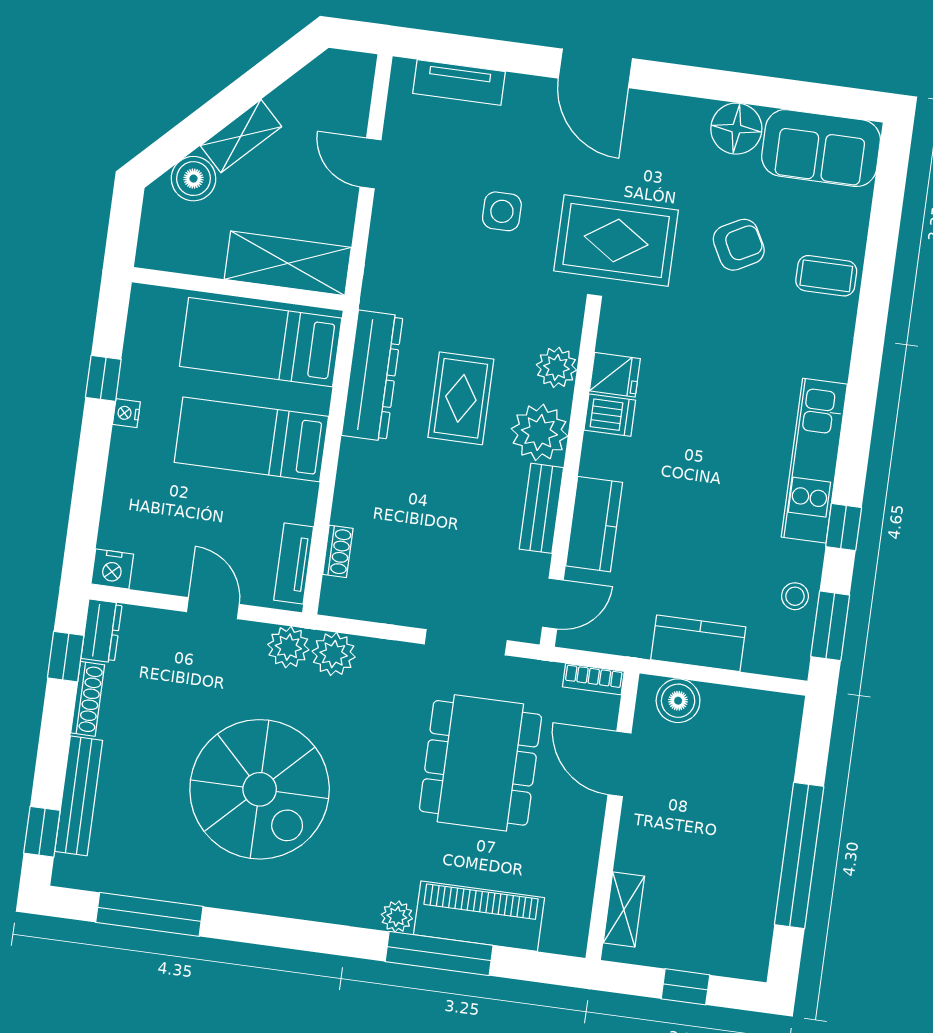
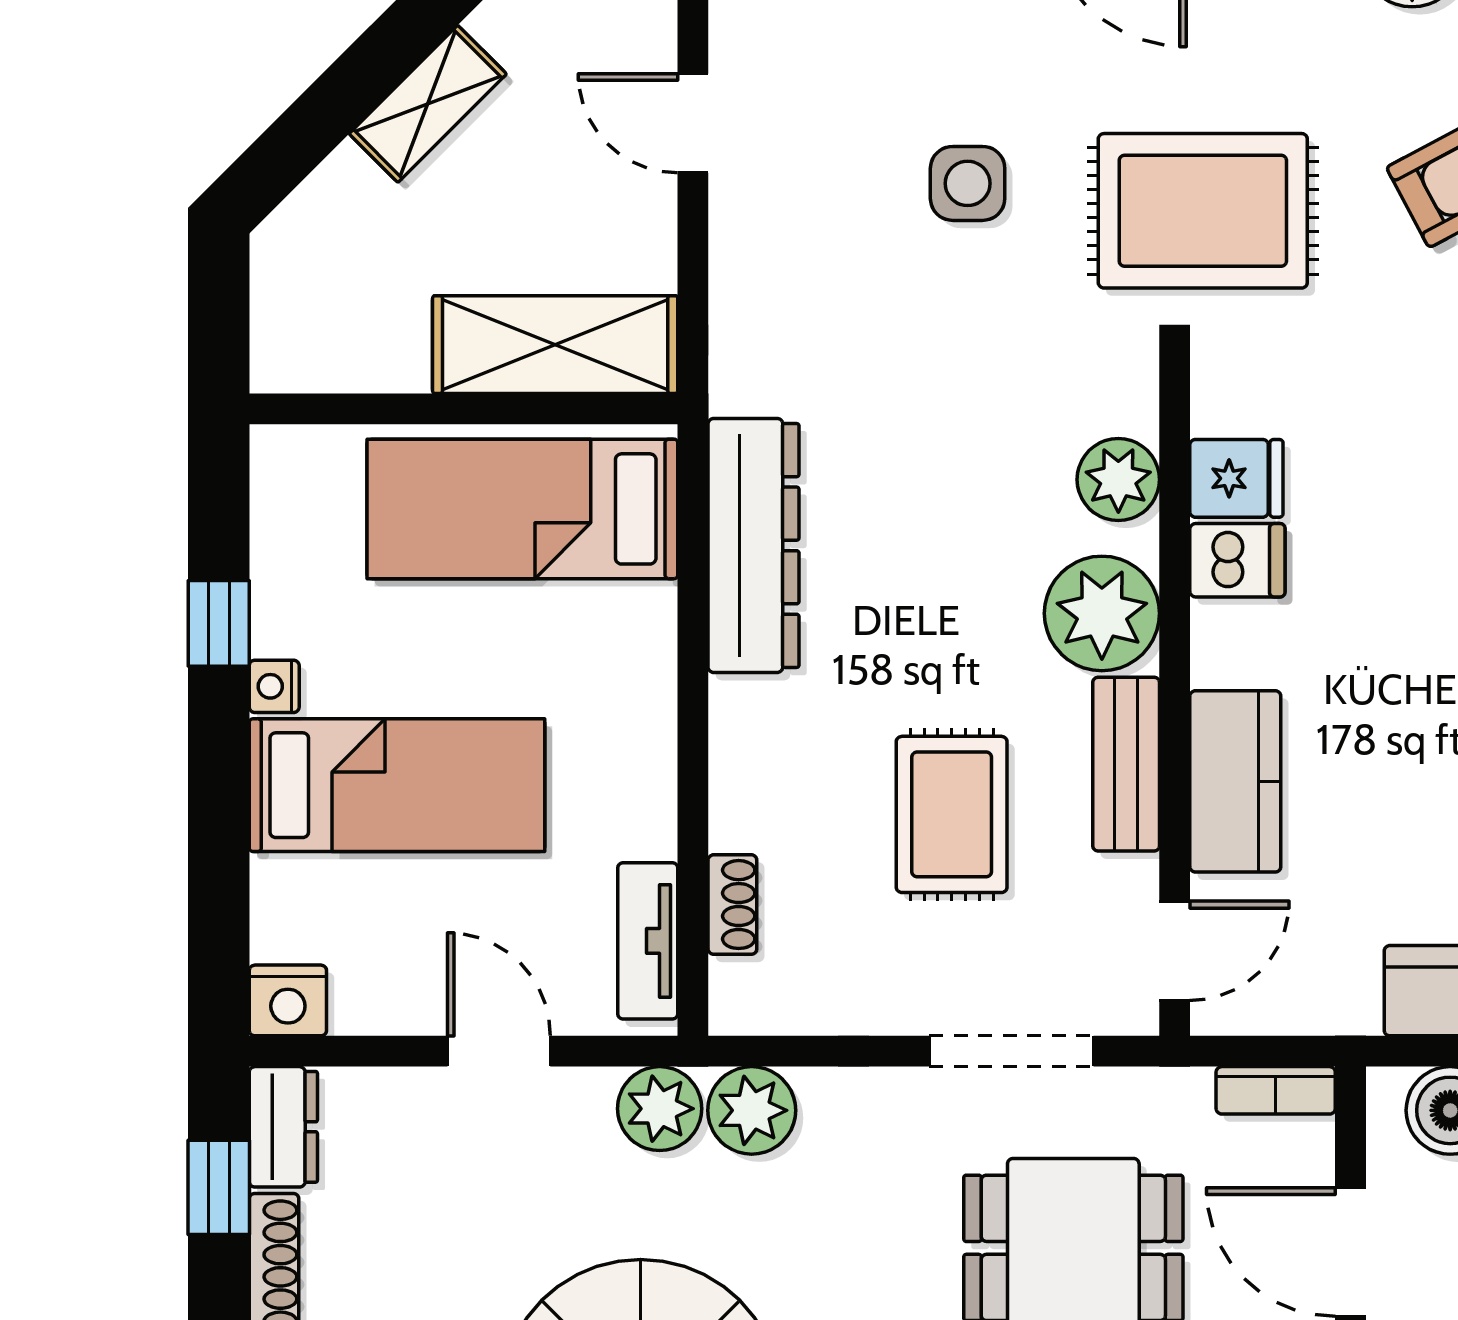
boiler: (194, 179) -> (345, 201), removed
rug: (461, 398) -> (952, 814), moved
bed: (251, 439) -> (397, 785), moved, turned 180

